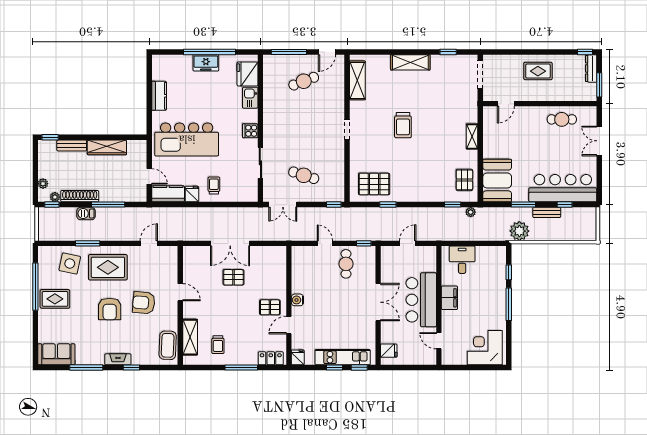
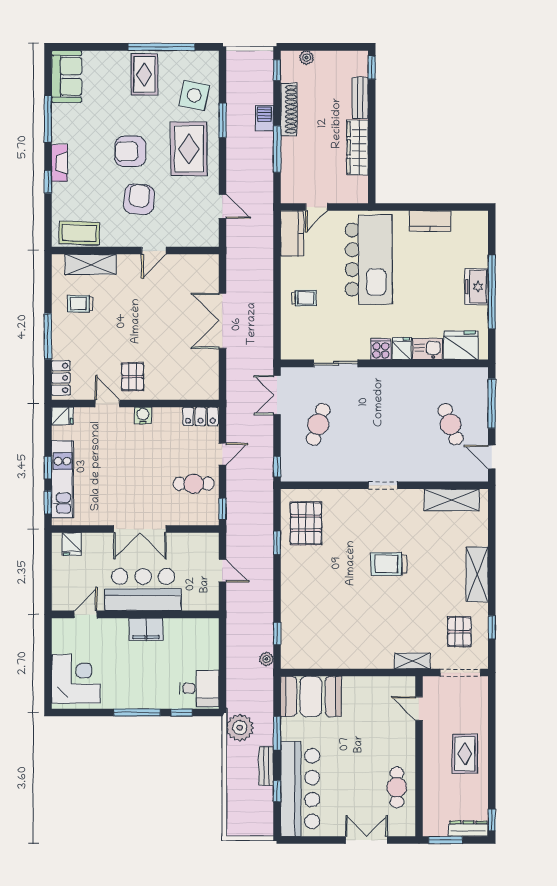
shelving: (472, 136) -> (412, 661), moved
kitchen island: (187, 139) -> (369, 260), turned 180
pallet: (464, 180) -> (459, 632), moved, turned 90
fridge: (192, 194) -> (402, 349), moved, turned -90
plant: (55, 197) -> (288, 74), removed
locker: (298, 259) -> (200, 416), added
desk: (462, 260) -> (199, 688), moved
pallet: (233, 277) -> (175, 325), removed

